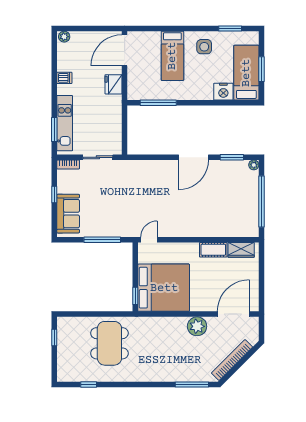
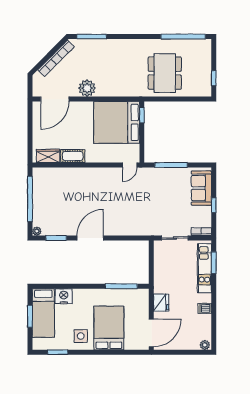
bed: (172, 56) -> (109, 328), width x1.50
window: (89, 384) -> (183, 37), width x3.17

